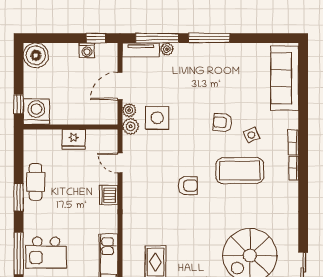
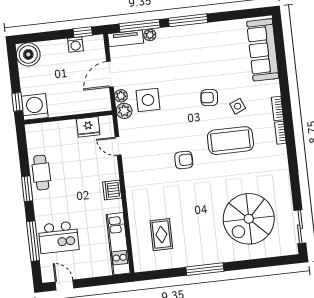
fridge: (74, 139) -> (88, 127), moved
dishwasher: (108, 195) -> (112, 190), moved

